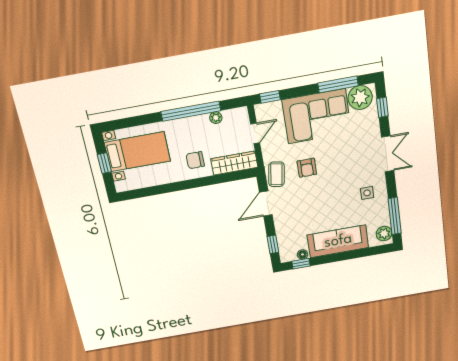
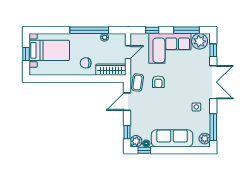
window: (270, 97) -> (152, 30), moved
double door: (388, 154) -> (213, 82), width x1.37
plant: (288, 254) -> (136, 141), added

